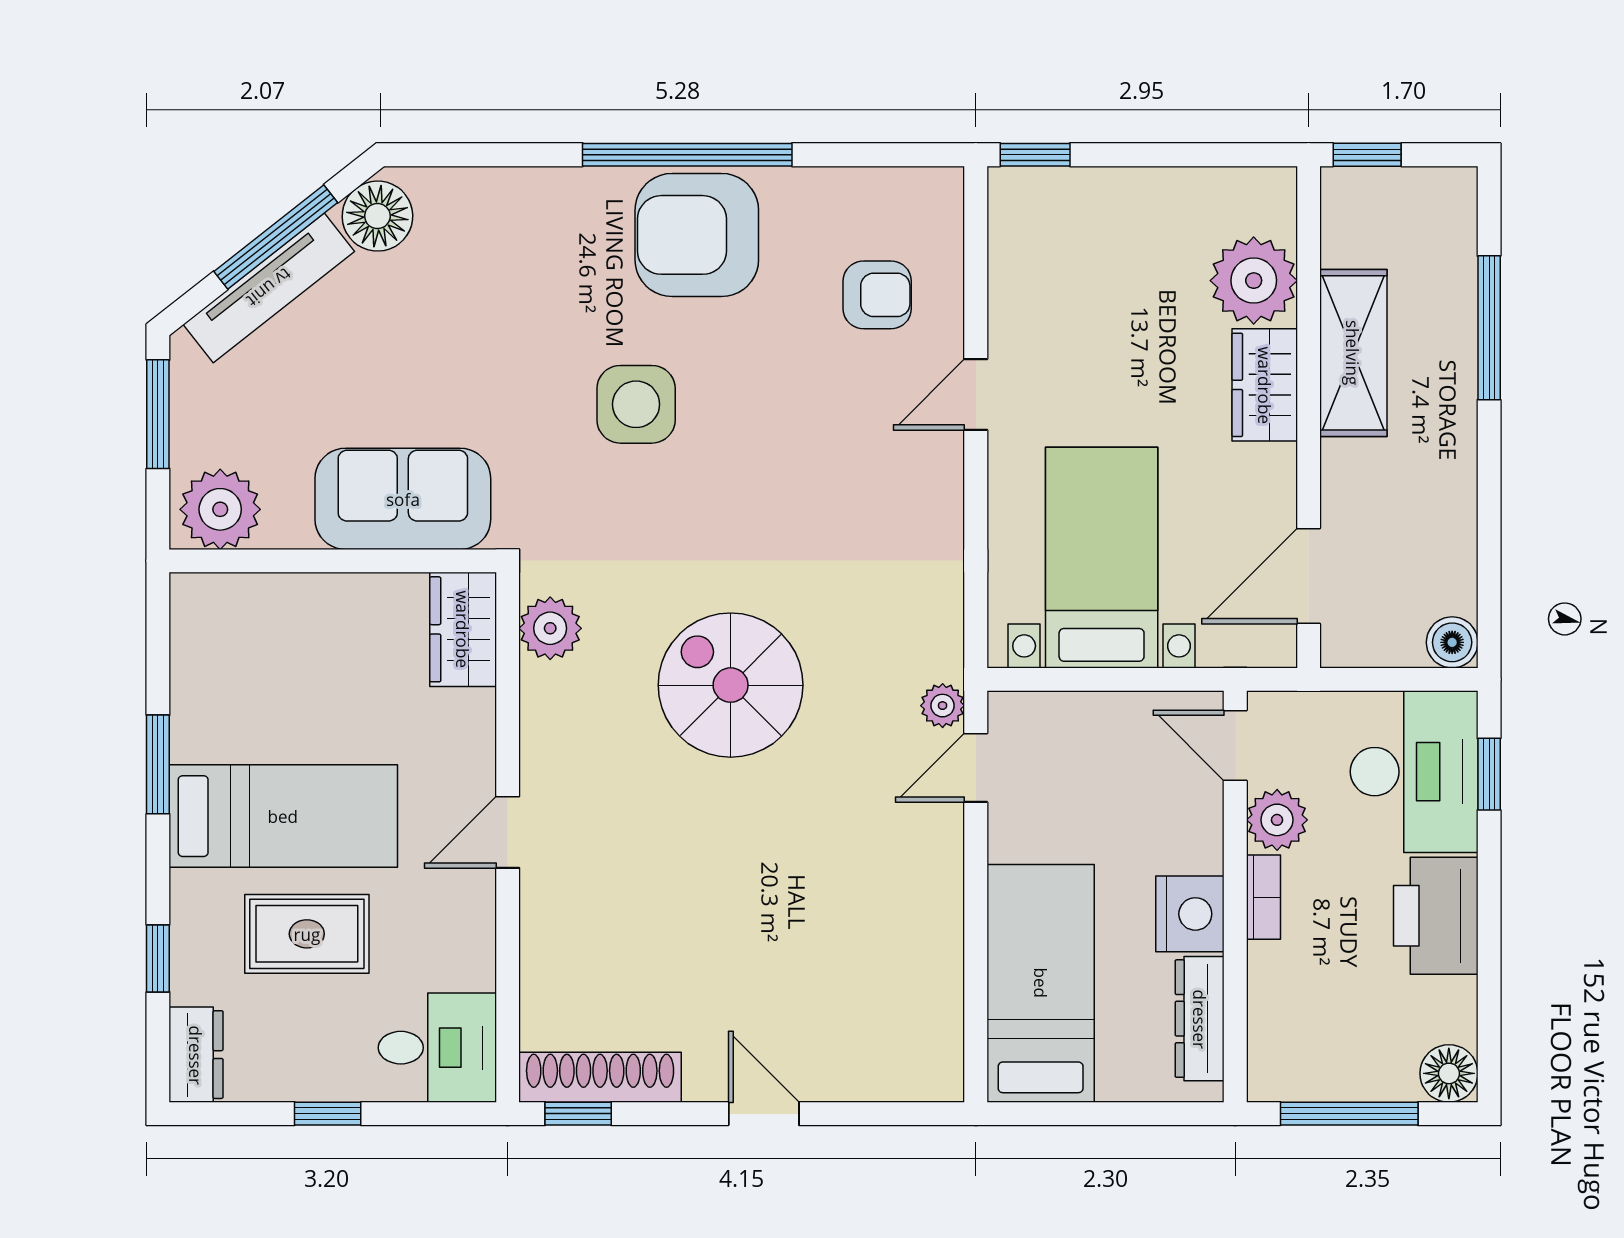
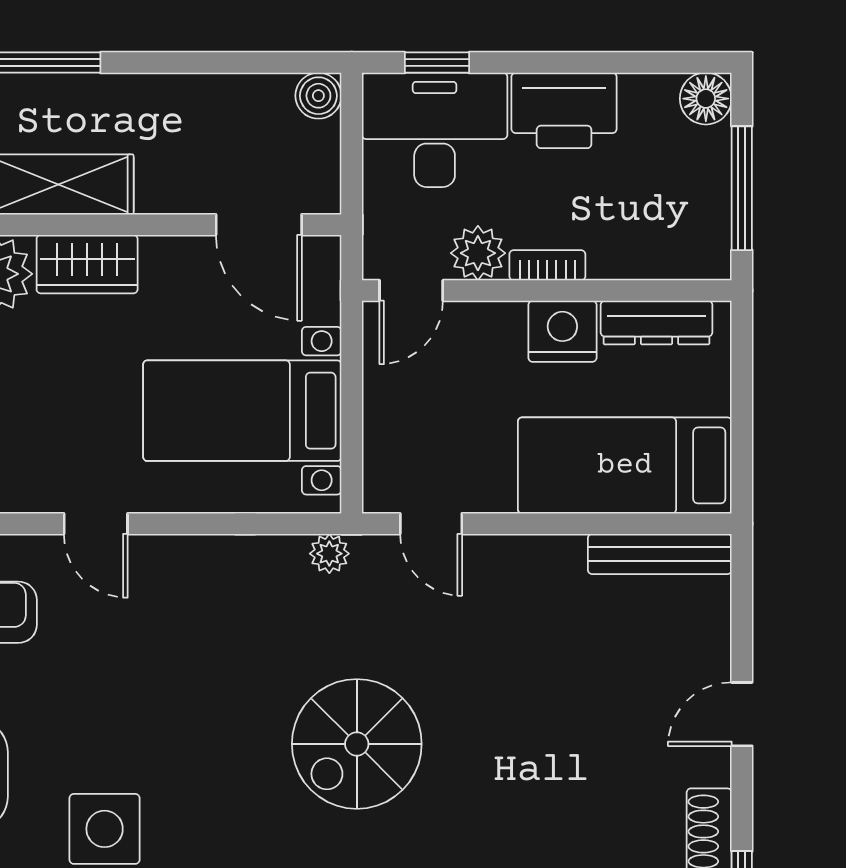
plant: (943, 706) -> (329, 554), moved
bench: (942, 1022) -> (660, 554), added

